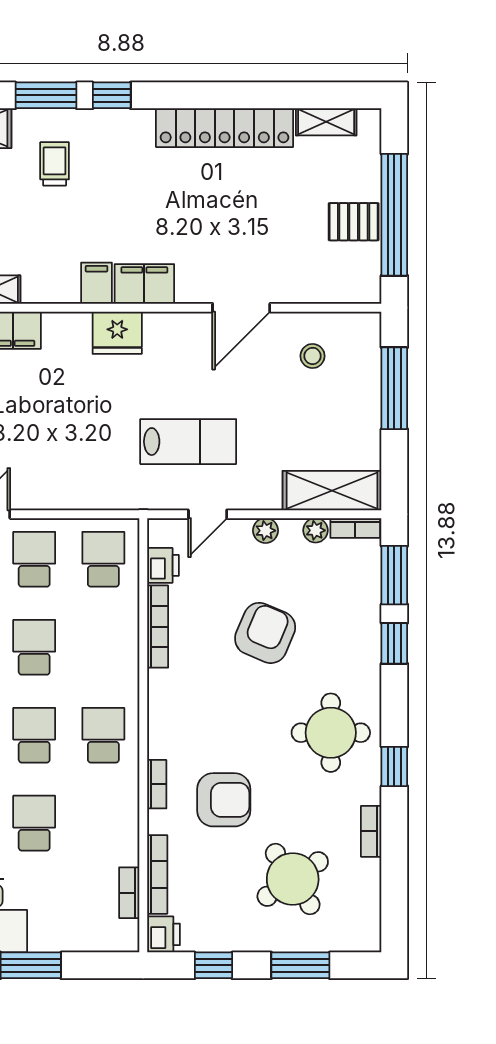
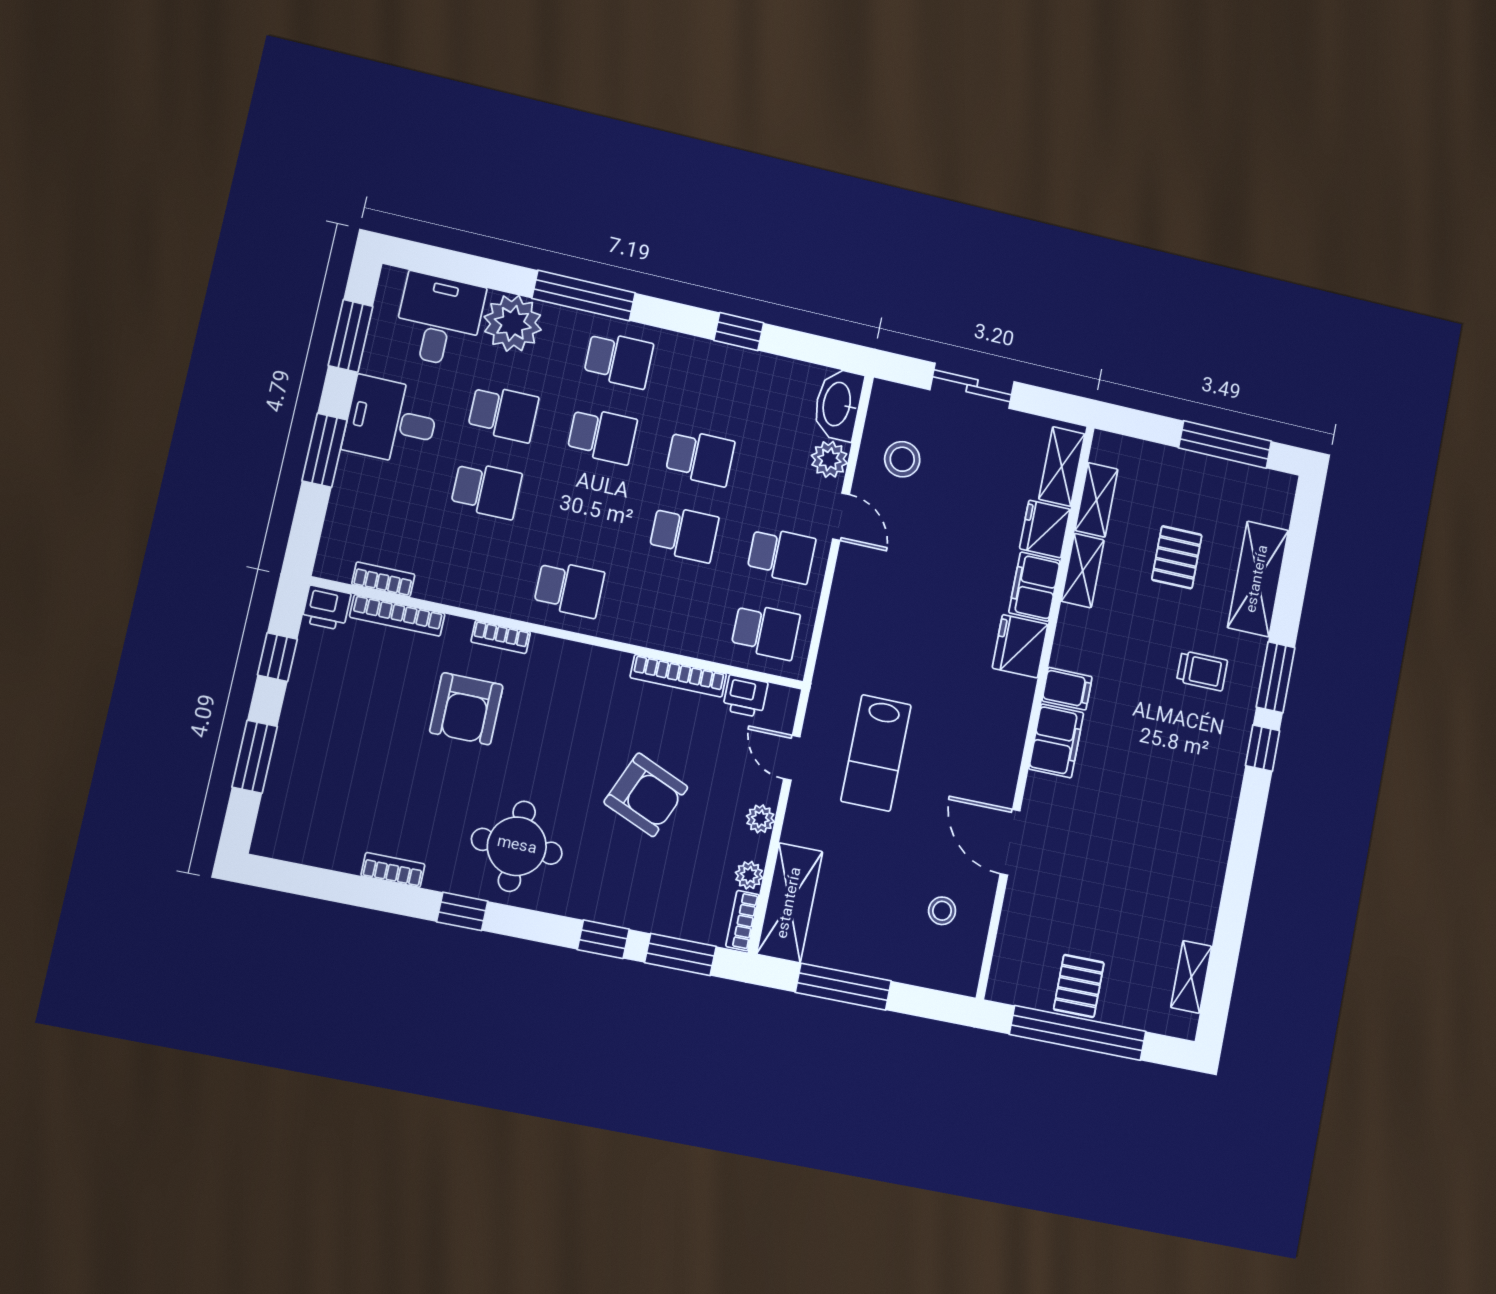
locker: (225, 128) -> (1206, 864), removed
fridge: (117, 333) -> (1020, 646), moved
window: (394, 388) -> (843, 987), moved
school desk: (34, 735) -> (586, 512), removed
round table: (293, 879) -> (358, 768), removed

